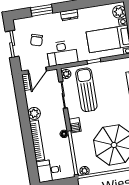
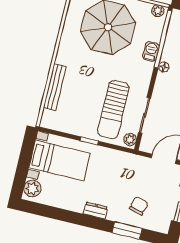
chair: (37, 40) -> (139, 206), moved
desk: (62, 53) -> (124, 167), removed
barbecue: (75, 125) -> (151, 51), moved

